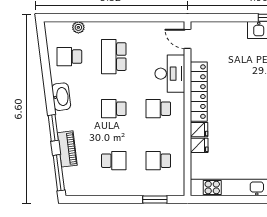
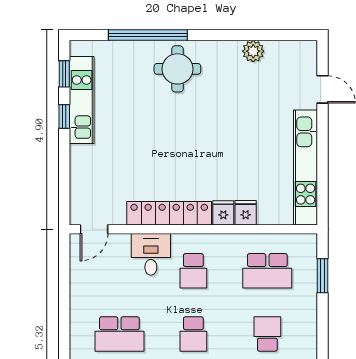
desk: (170, 74) -> (151, 254), width x0.73
school desk: (158, 161) -> (267, 271), width x1.85

